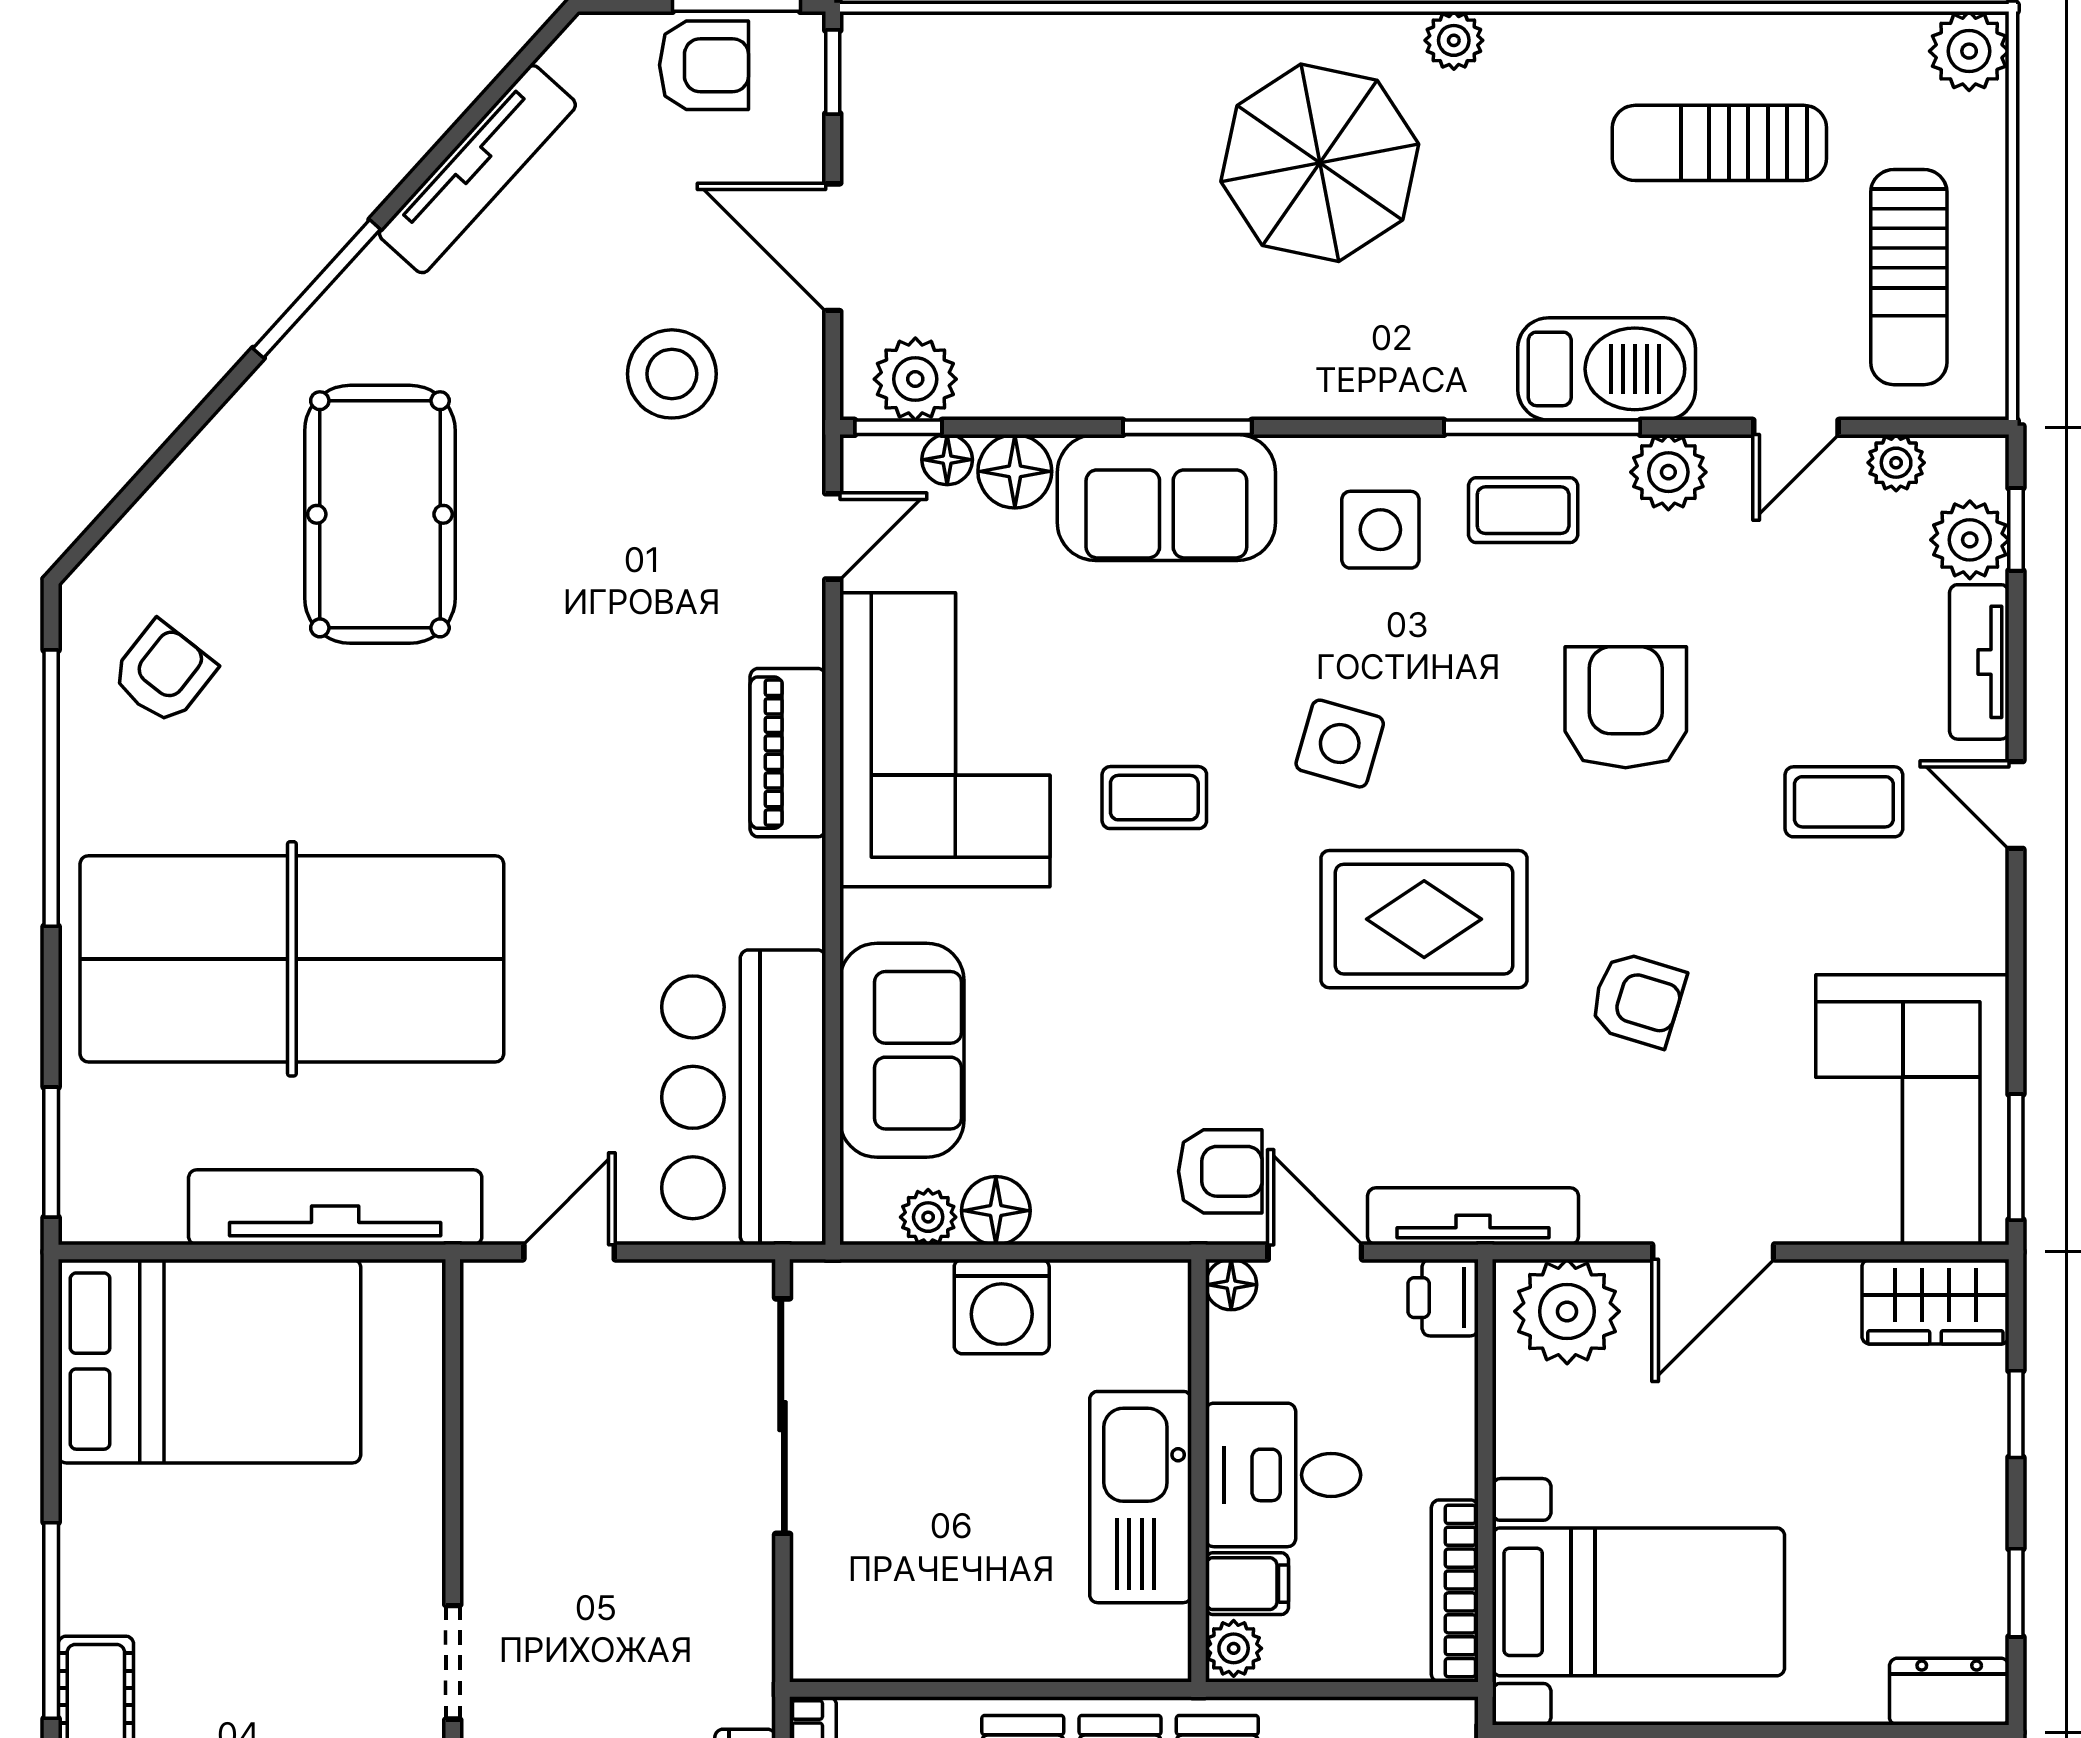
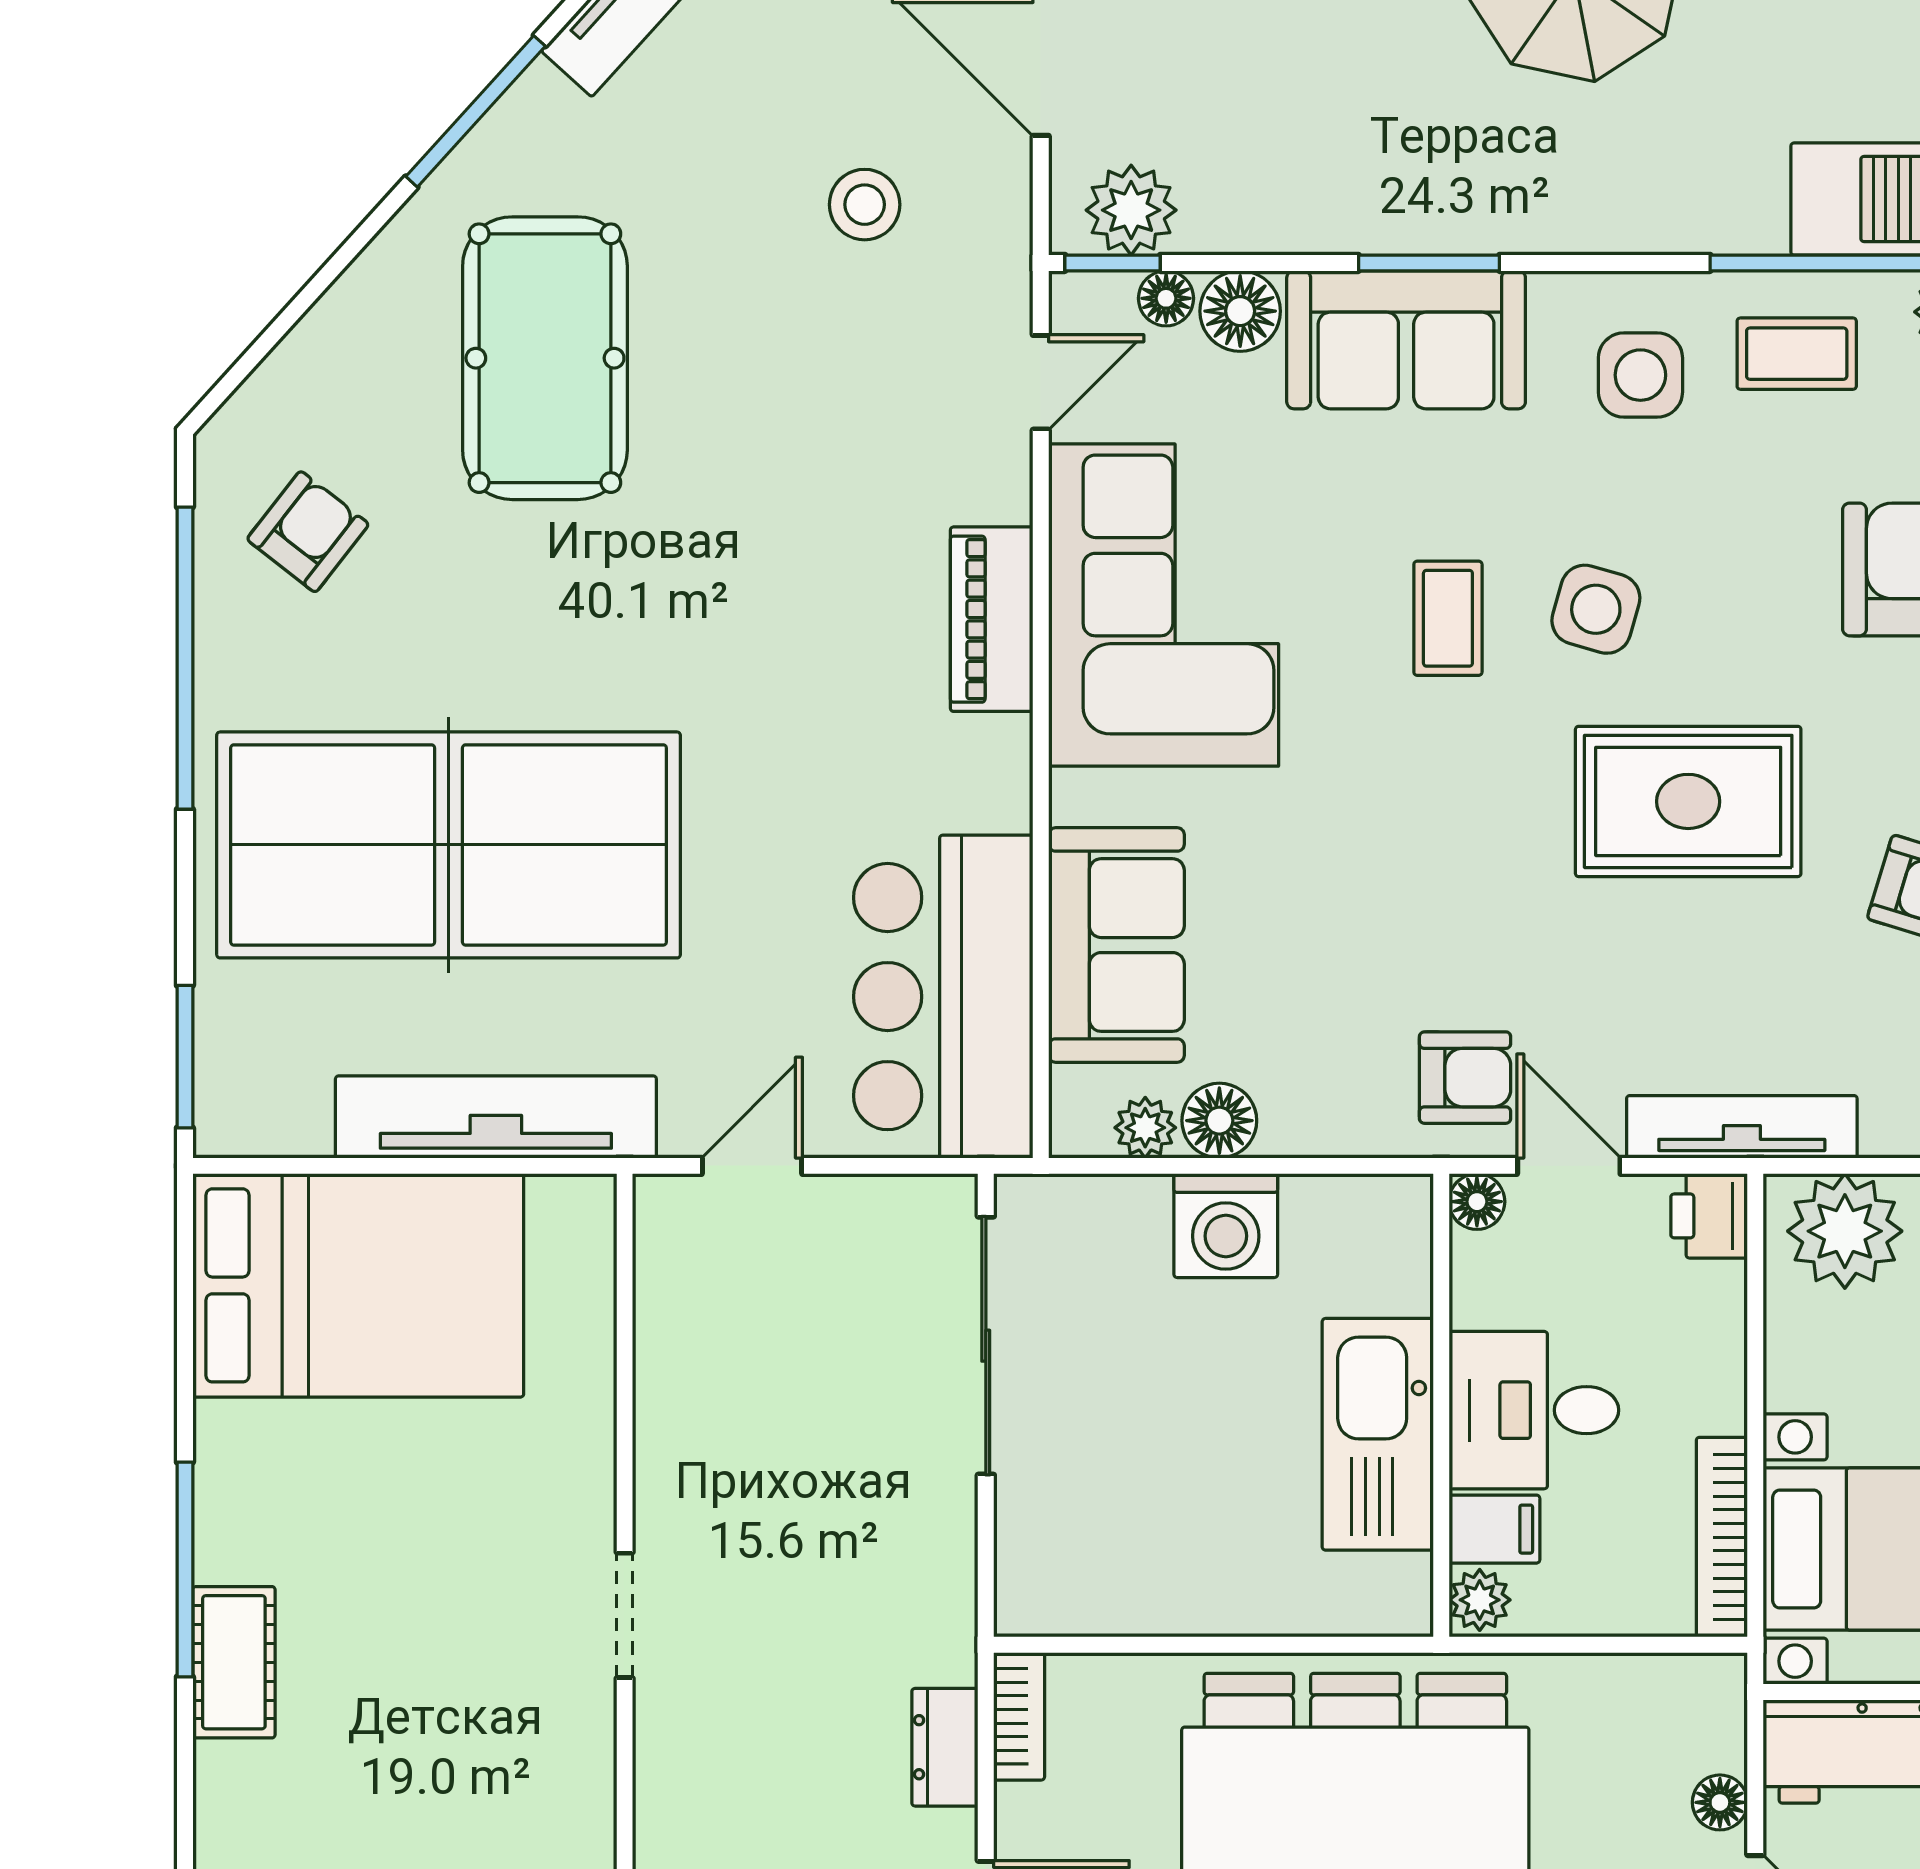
stool: (672, 374) -> (865, 205), width x0.73, depth x0.73
coffee table: (1154, 798) -> (1448, 618), moved, turned 90

